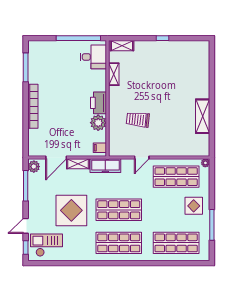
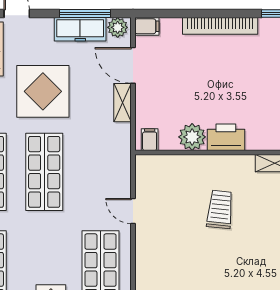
trolley: (138, 120) -> (220, 209), moved
filing cabinet: (33, 149) -> (147, 26), added
freezer: (105, 166) -> (80, 29), moved, turned -90

